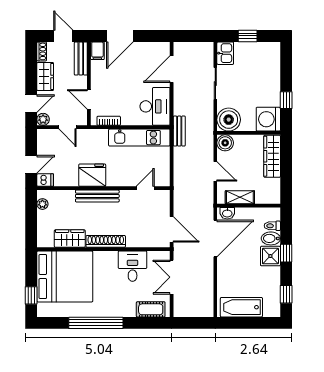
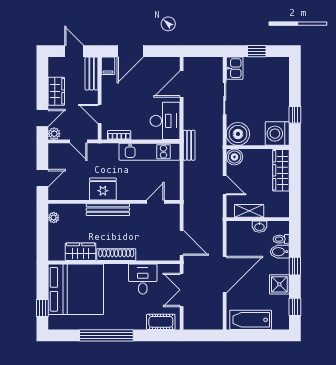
shoe rack: (42, 51) -> (53, 66), removed
dishwasher: (45, 180) -> (56, 194), removed
washbasin: (227, 213) -> (259, 227), moved
door: (215, 239) -> (225, 275), moved
shower: (270, 256) -> (279, 284), moved

